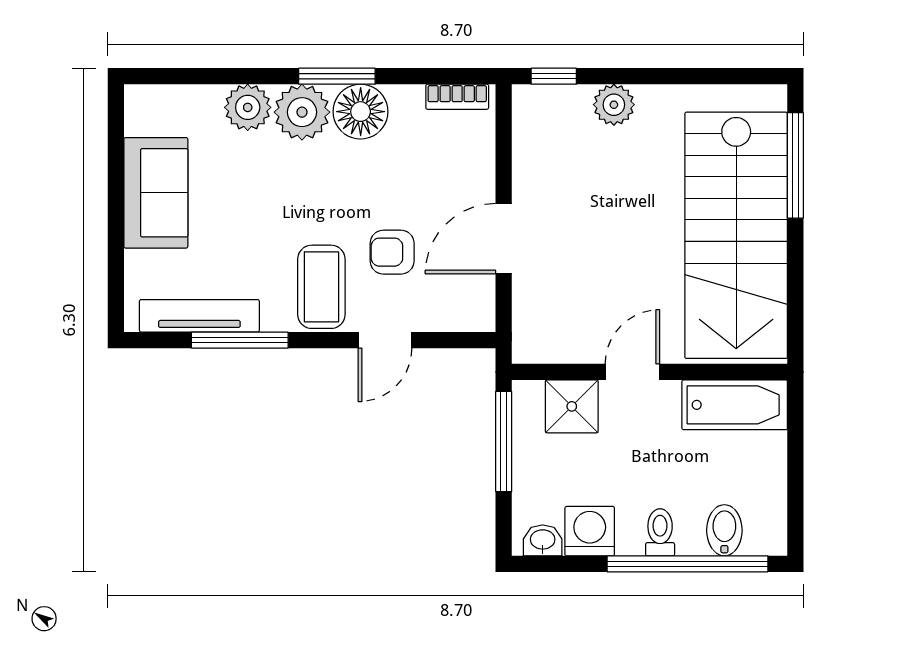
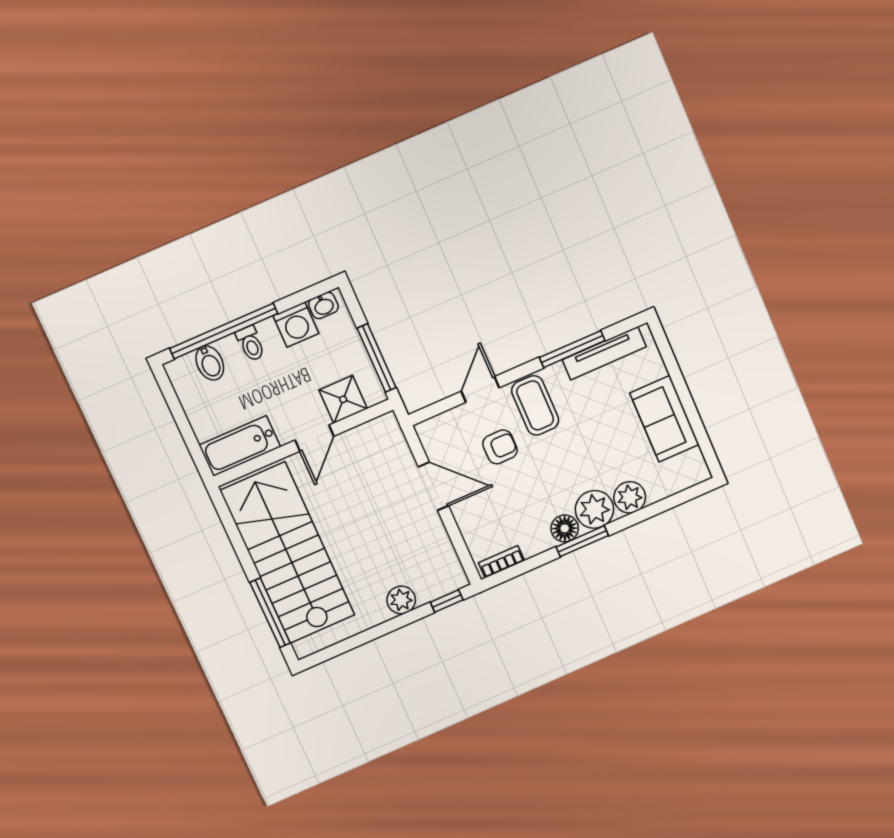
floor lamp: (361, 112) -> (565, 528), width x0.73, depth x0.73
door: (504, 239) -> (433, 486), hinge flipped

